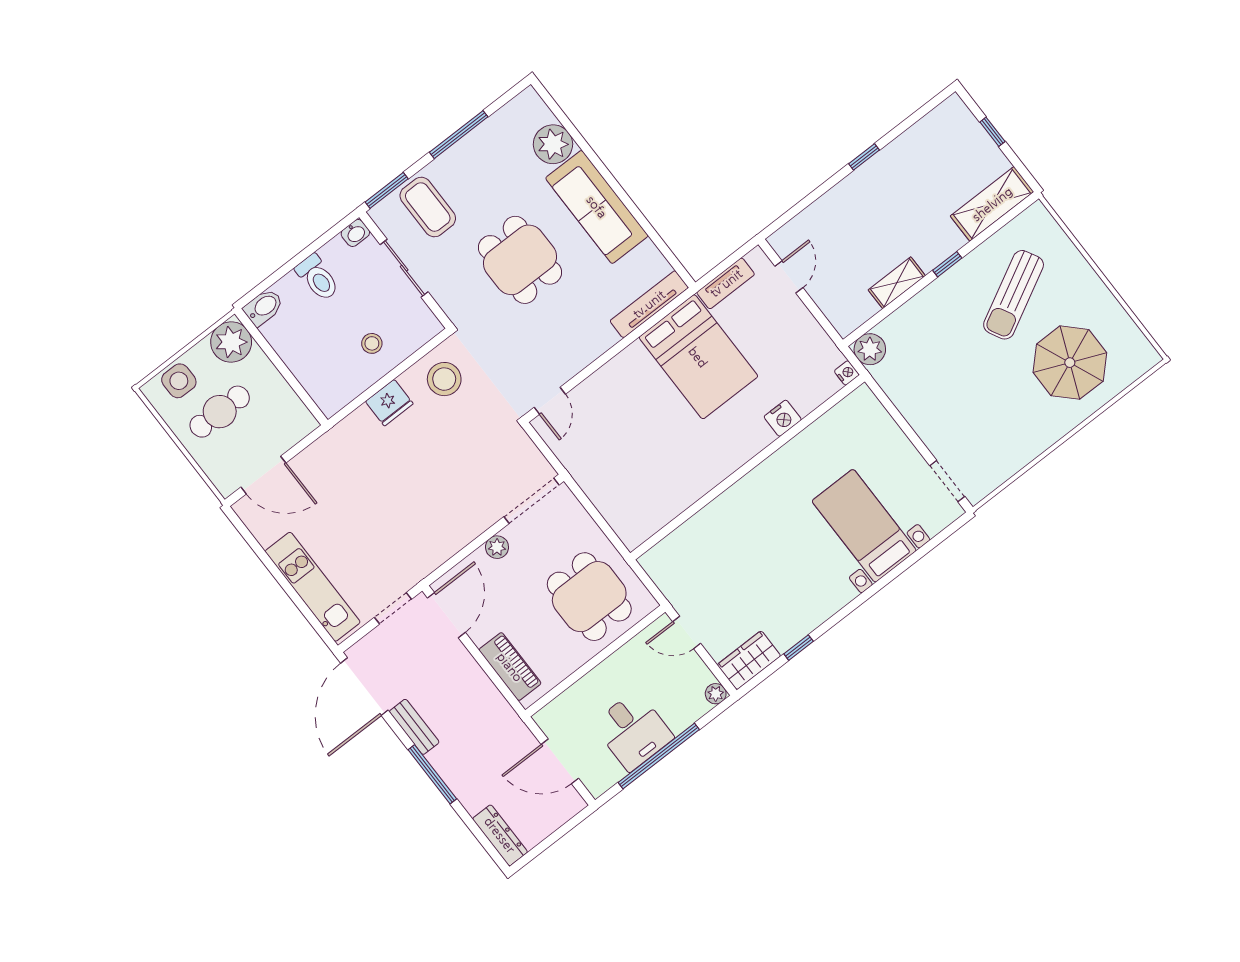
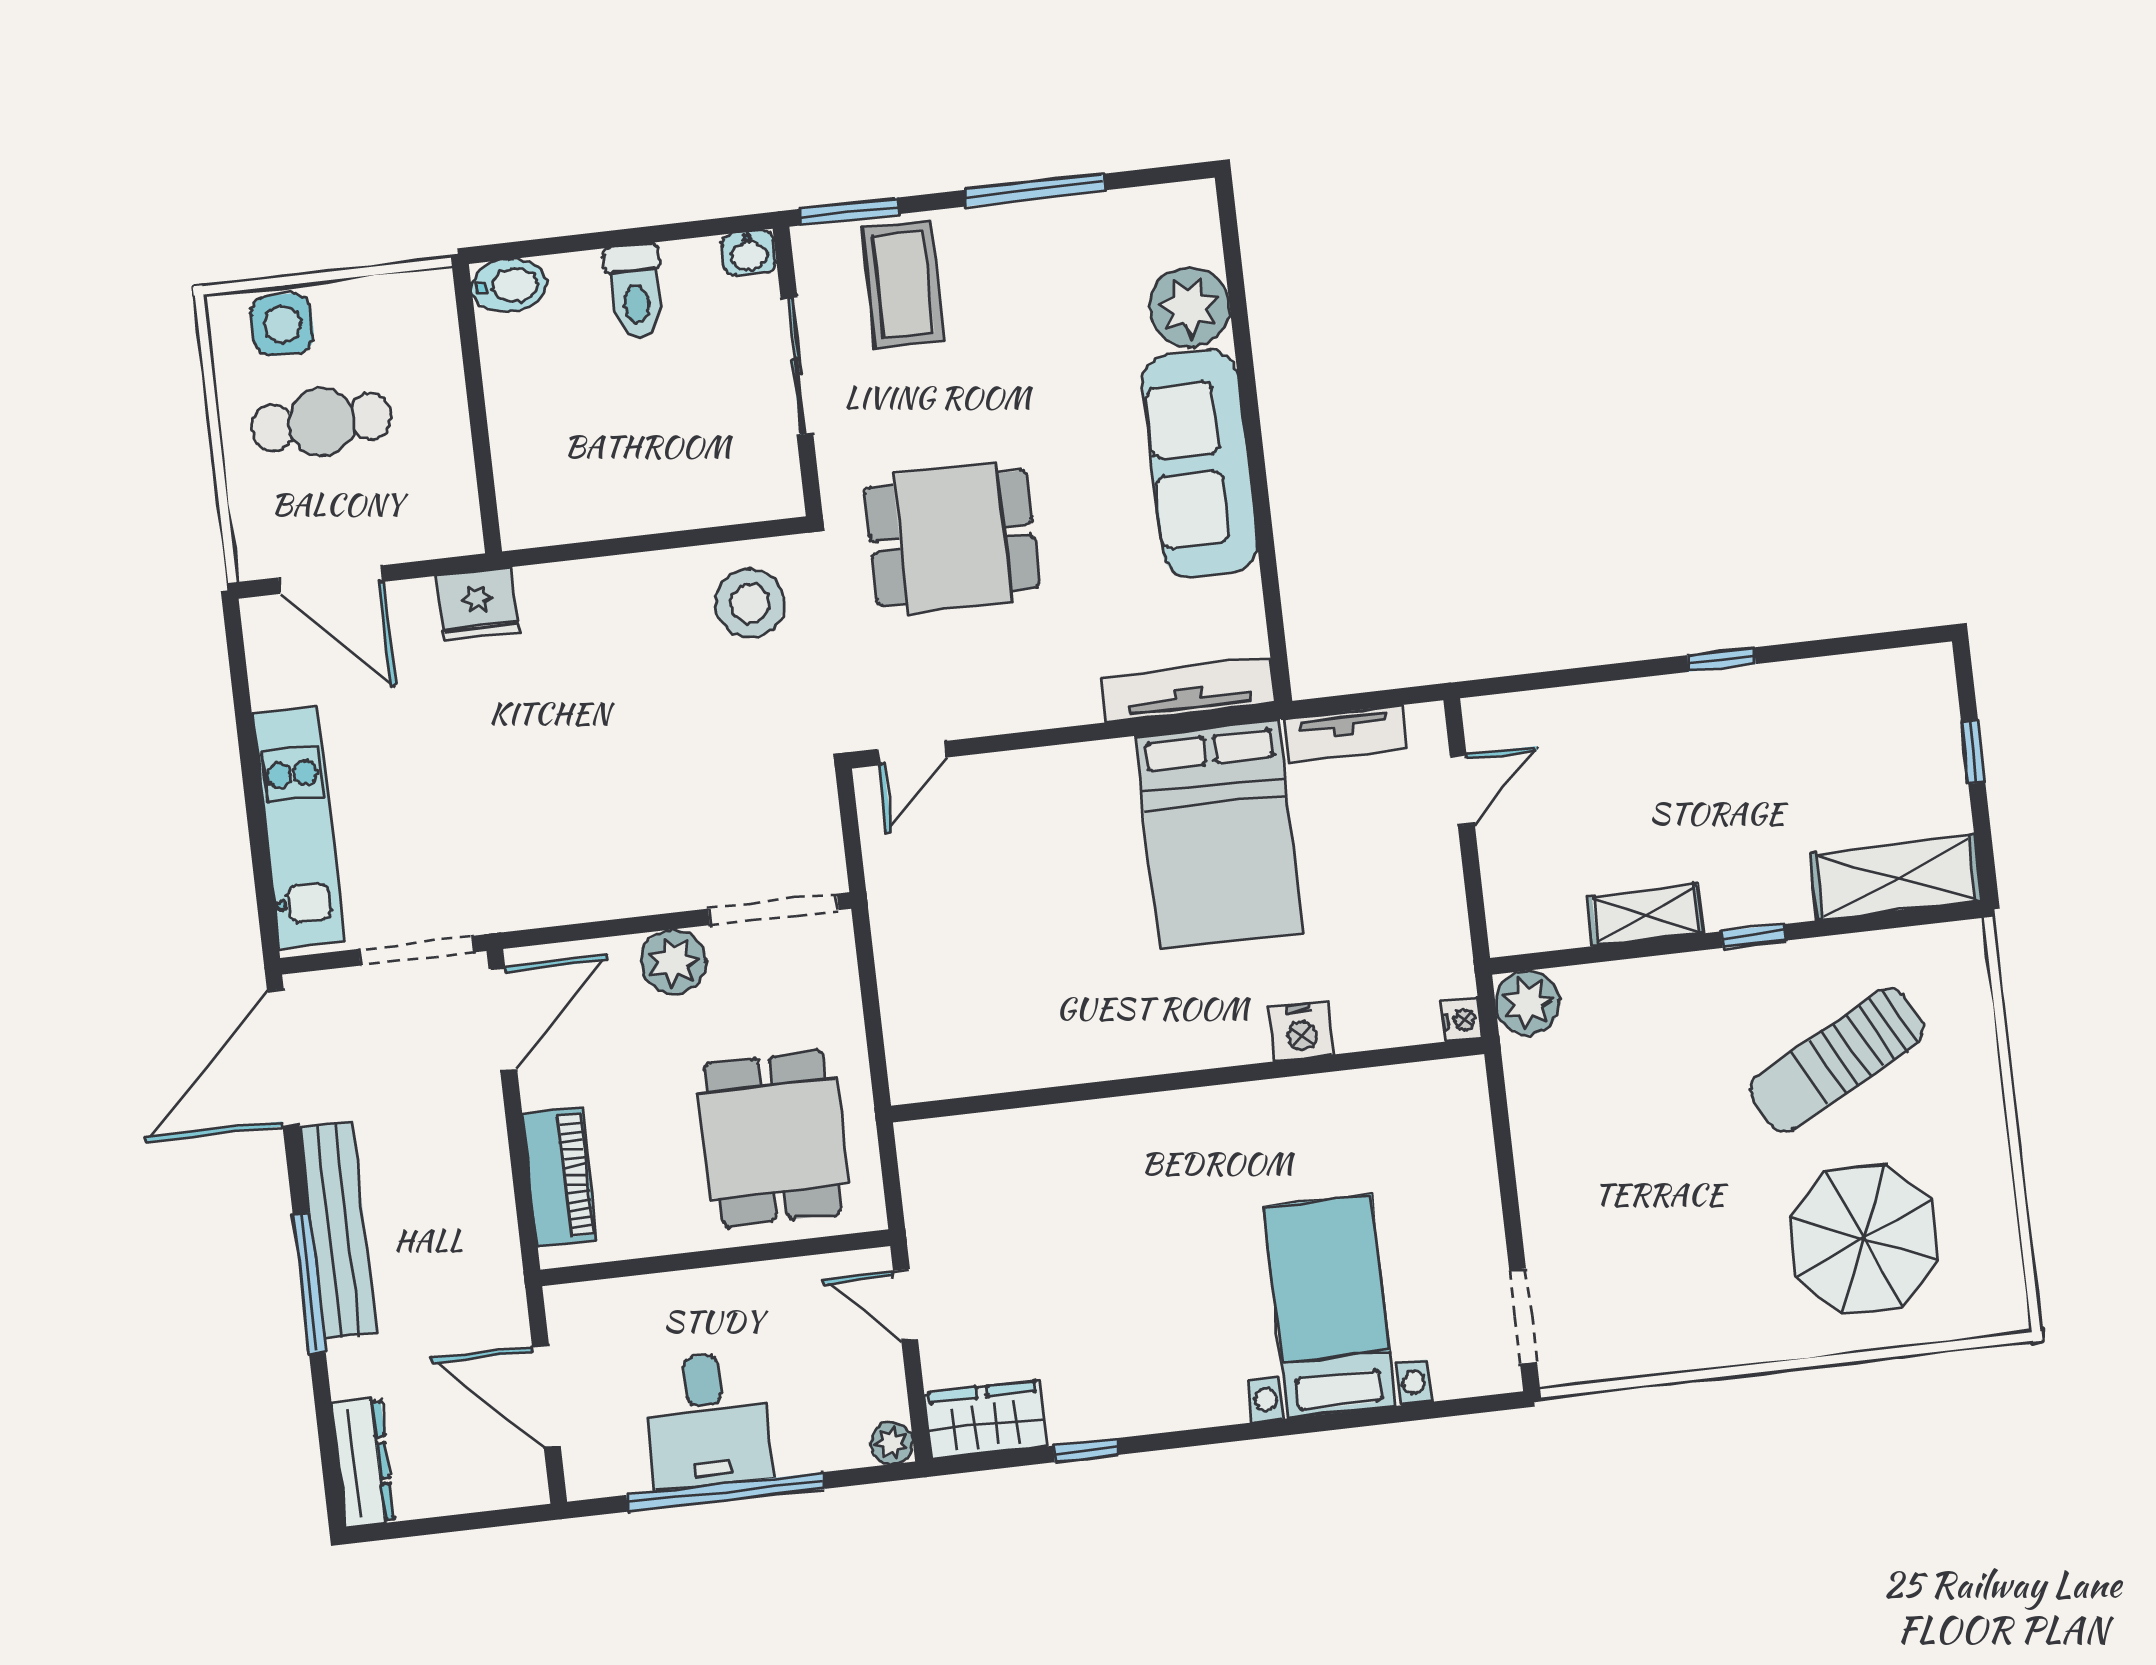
dining table: (520, 260) -> (952, 538), moved, turned 90
plant: (231, 342) -> (415, 312), removed
stool: (372, 343) -> (661, 464), removed
fridge: (389, 403) -> (477, 604), moved
plant: (497, 547) -> (673, 962), width x1.38, depth x1.38
doorway: (393, 608) -> (416, 951), width x1.38
bench: (414, 727) -> (338, 1230), width x1.86, depth x1.21

